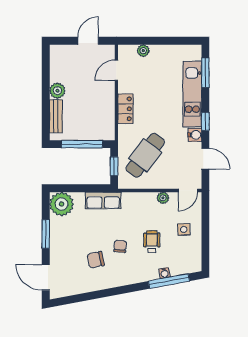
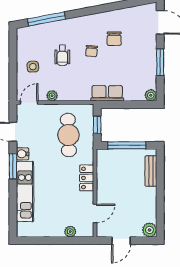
window: (205, 73) -> (13, 211), removed
plant: (57, 91) -> (149, 230), moved
window: (205, 121) -> (13, 166), width x1.50
cafe table: (145, 155) -> (68, 135), turned -39
plant: (62, 204) -> (151, 95), width x0.53, depth x0.53
chair: (96, 260) -> (114, 39), turned 102
water cooler: (164, 273) -> (51, 26), removed

